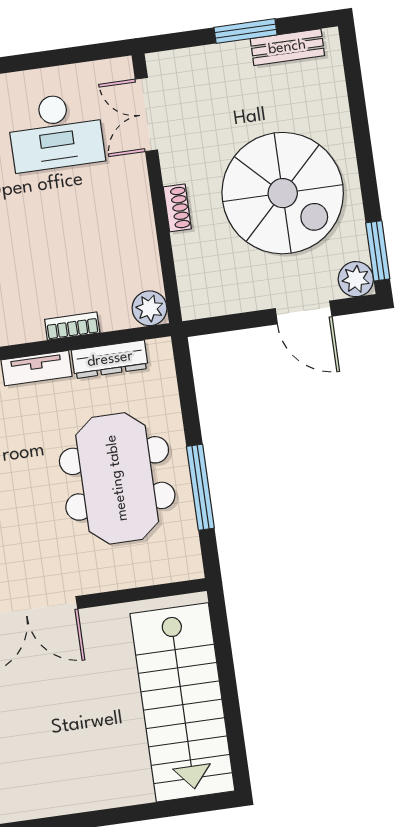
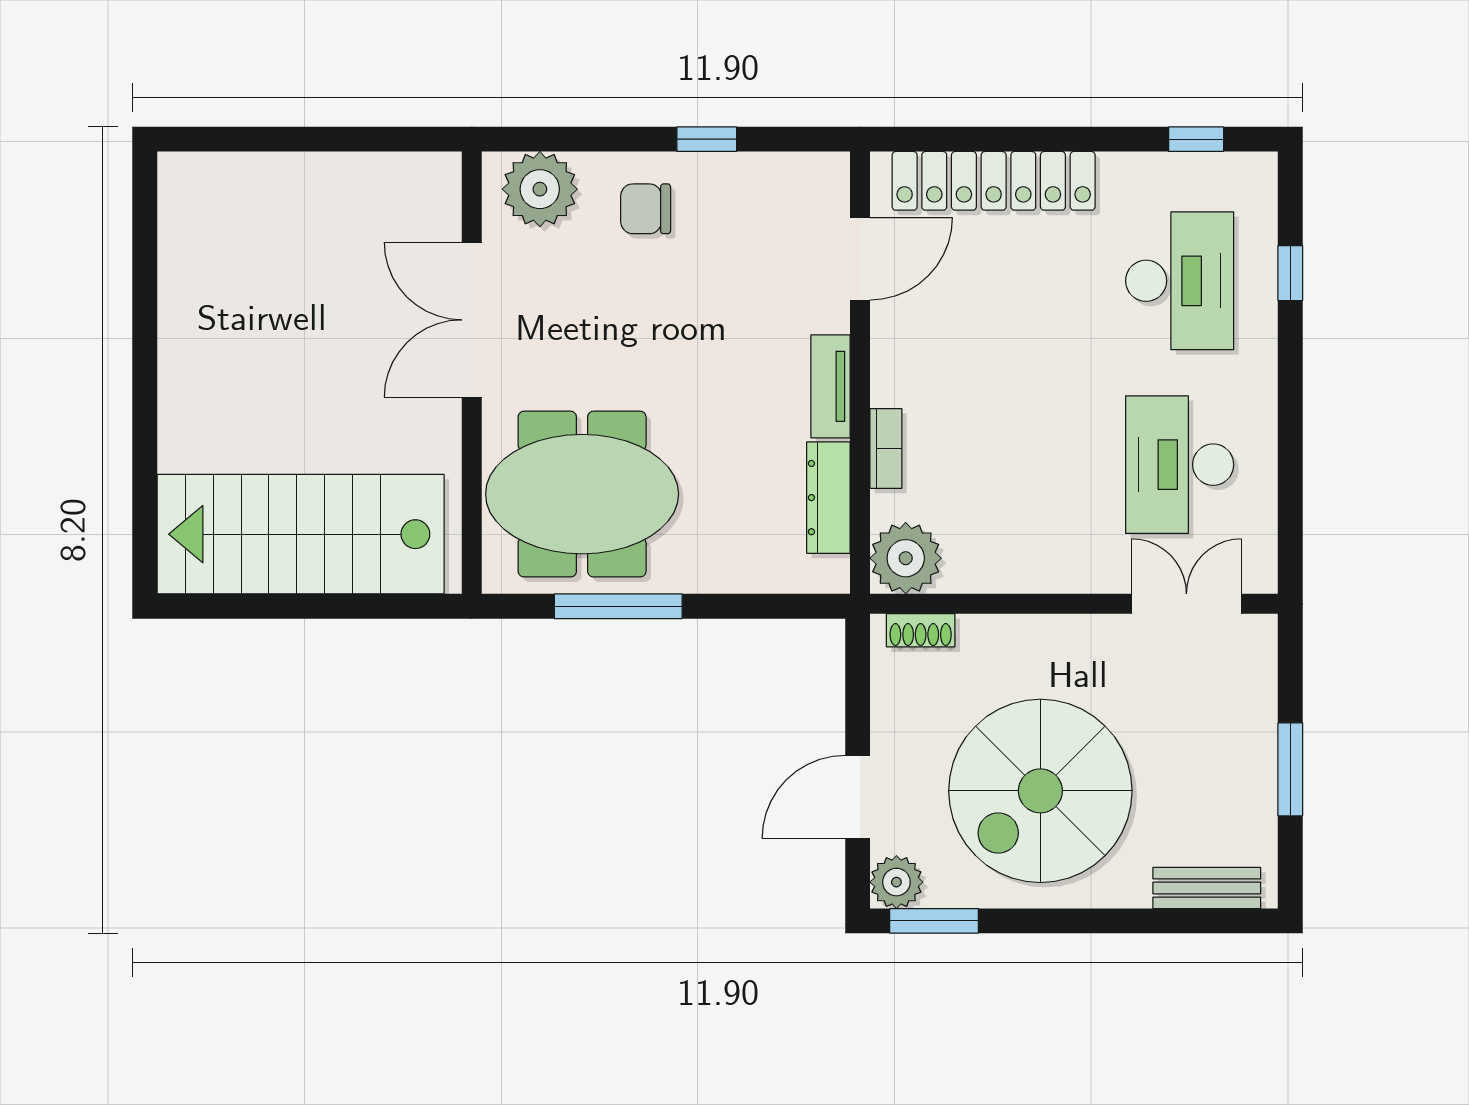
bench: (287, 47) -> (1207, 888), moved, turned 90
shoe rack: (177, 208) -> (921, 630), moved
plant: (150, 308) -> (906, 558), width x1.36, depth x1.36
meeting table: (117, 478) -> (582, 494), moved

